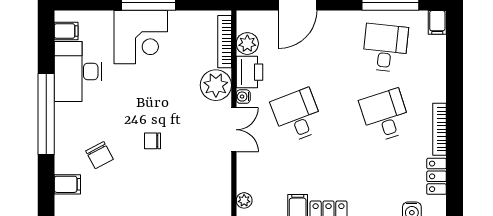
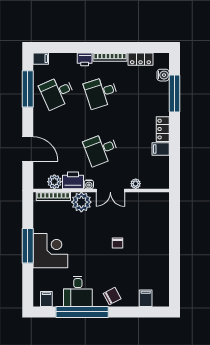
desk: (385, 48) -> (57, 92), turned -30
desk: (78, 72) -> (78, 291), width x0.73
printer: (436, 90) -> (85, 59), added
window: (46, 114) -> (82, 312), moved
double door: (234, 130) -> (110, 190), swing flipped
chair: (99, 155) -> (112, 296), moved
plant: (244, 200) -> (136, 184), moved

